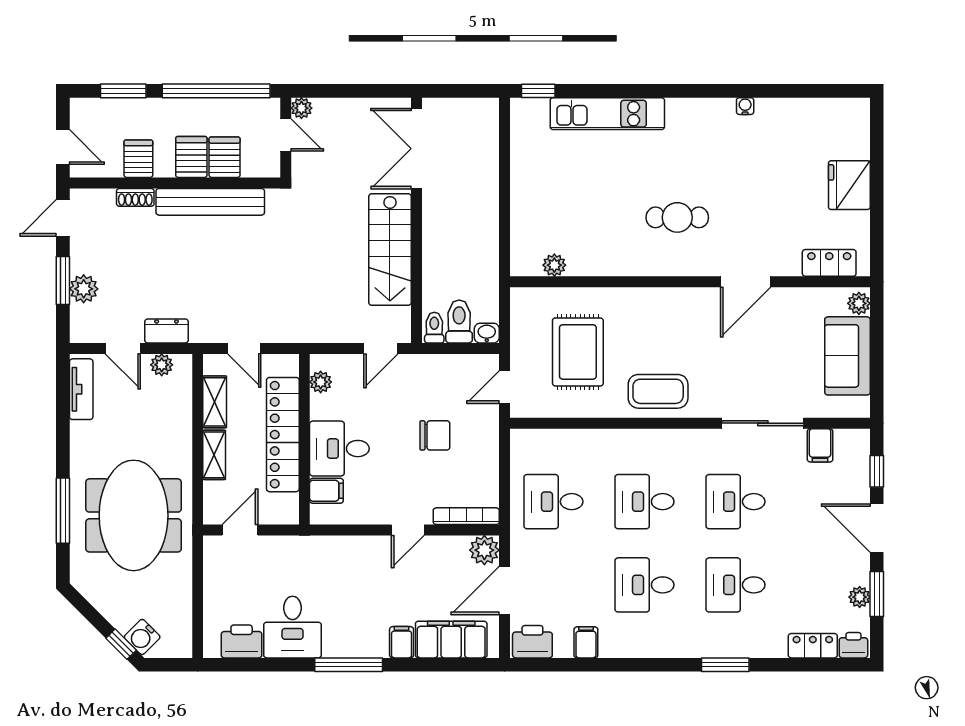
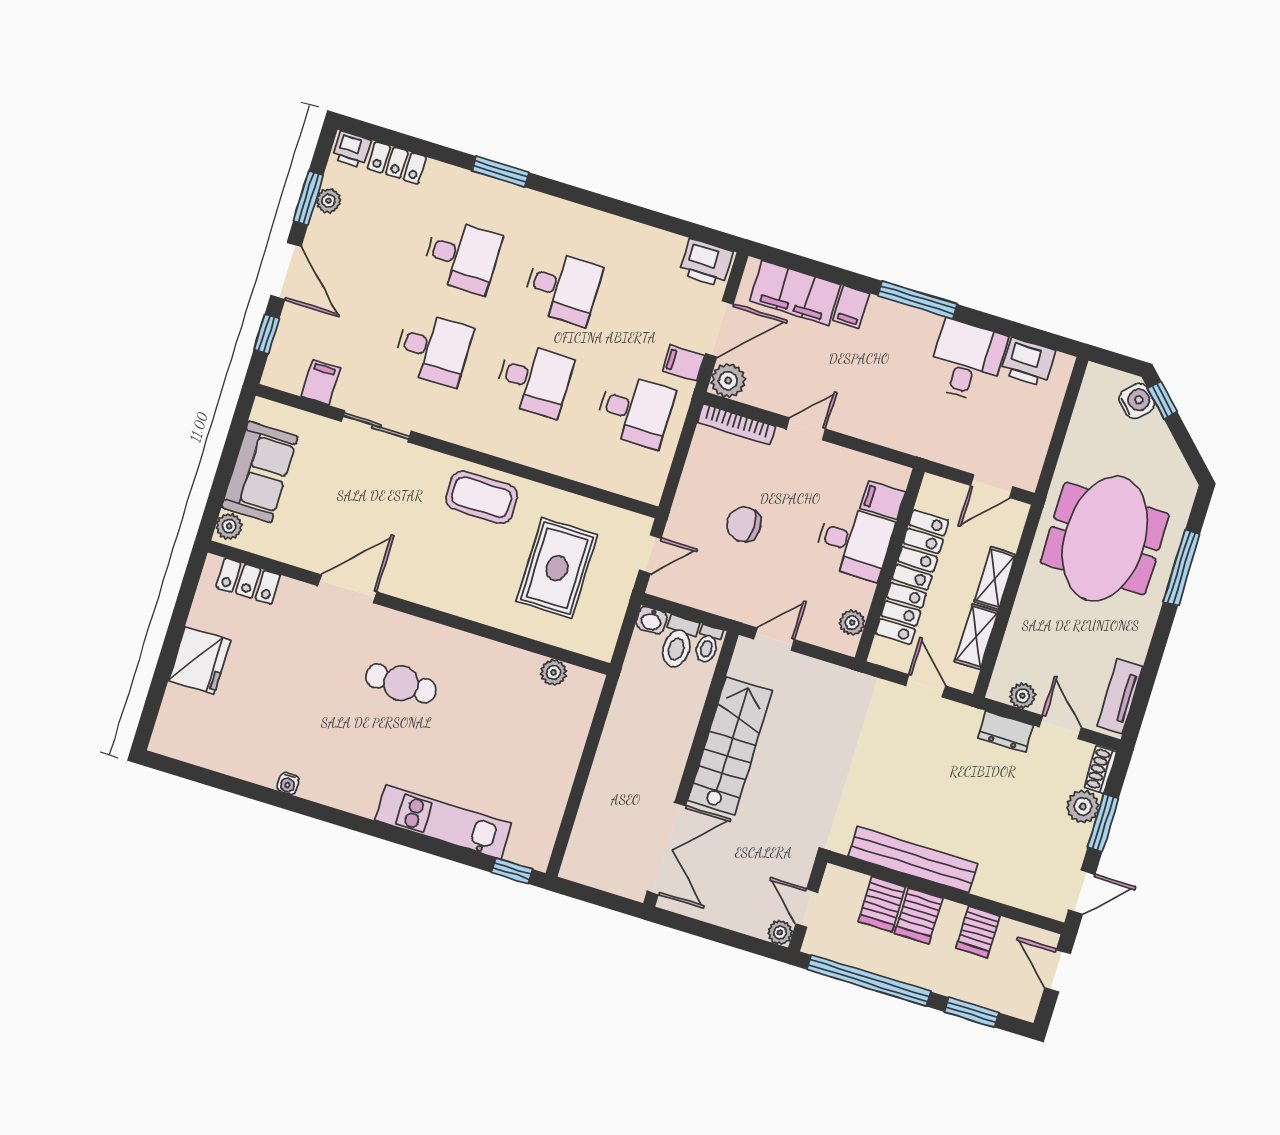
shoe rack: (135, 197) -> (1100, 770), moved, turned -90
sliding door: (763, 423) -> (376, 426), width x0.73
filing cabinet: (586, 642) -> (684, 363), moved, turned 90

